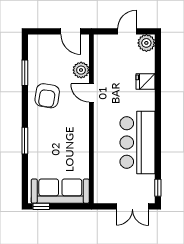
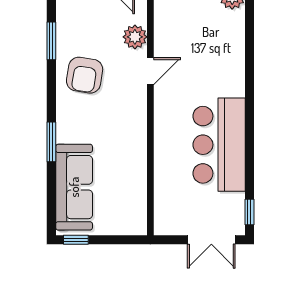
fridge: (146, 82) -> (231, 54), removed
door: (91, 93) -> (150, 71), swing flipped
sofa: (60, 191) -> (74, 187), moved, turned 90

